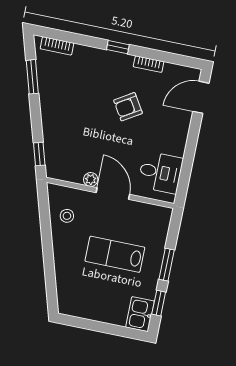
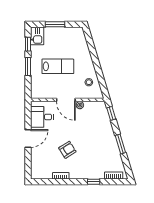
window: (118, 47) -> (94, 182), moved
window: (32, 77) -> (120, 144), moved
door: (201, 97) -> (28, 139), moved
window: (105, 328) -> (55, 24), added

